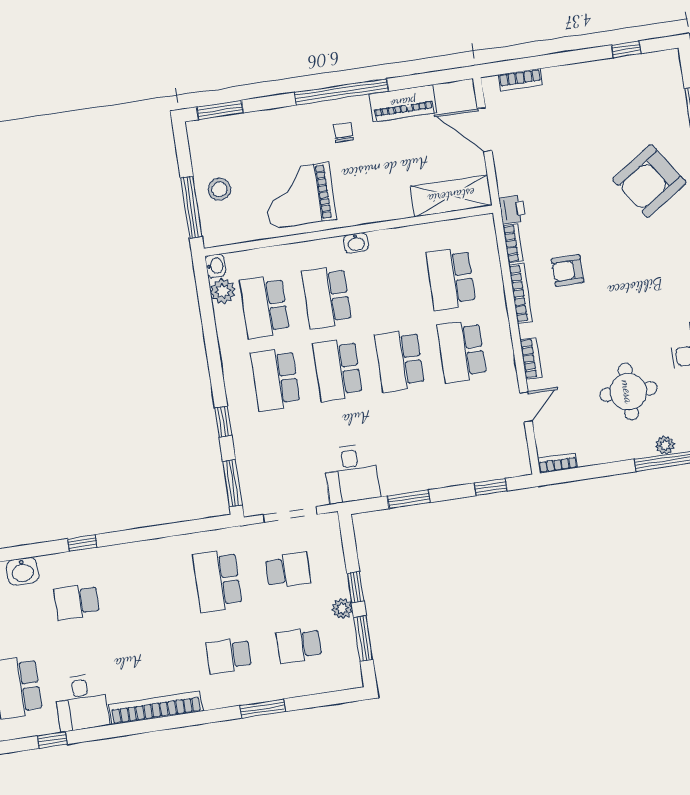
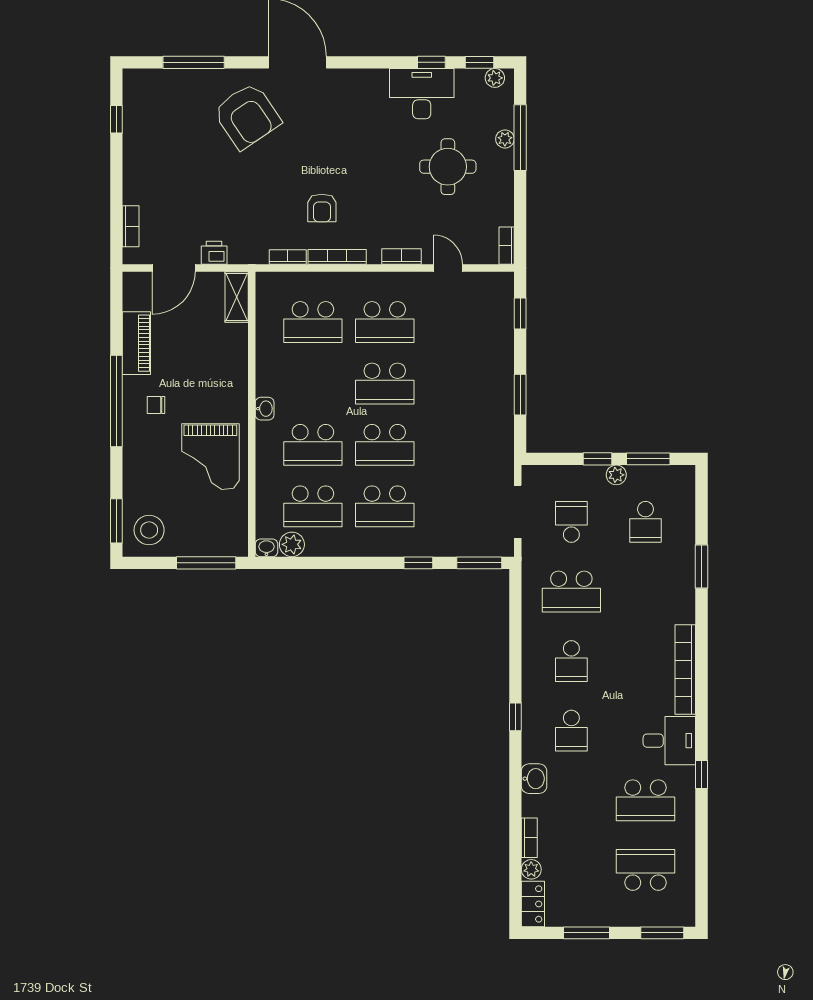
stool: (219, 189) -> (149, 530), moved, width x1.38, depth x1.38
shelving: (451, 196) -> (237, 297), width x0.67, depth x0.75
printer: (512, 209) -> (214, 253), moved
desk: (352, 474) -> (487, 446), removed
school desk: (229, 656) -> (571, 661), moved

